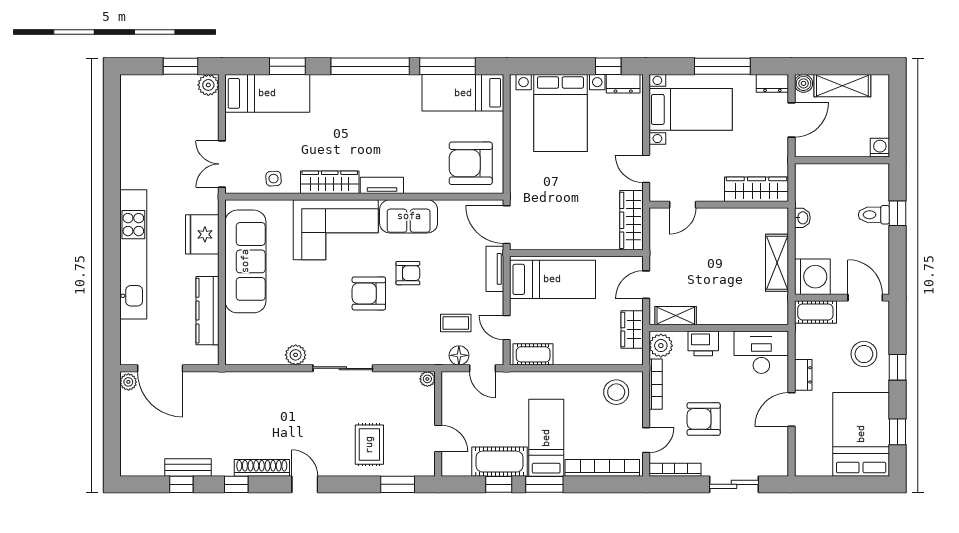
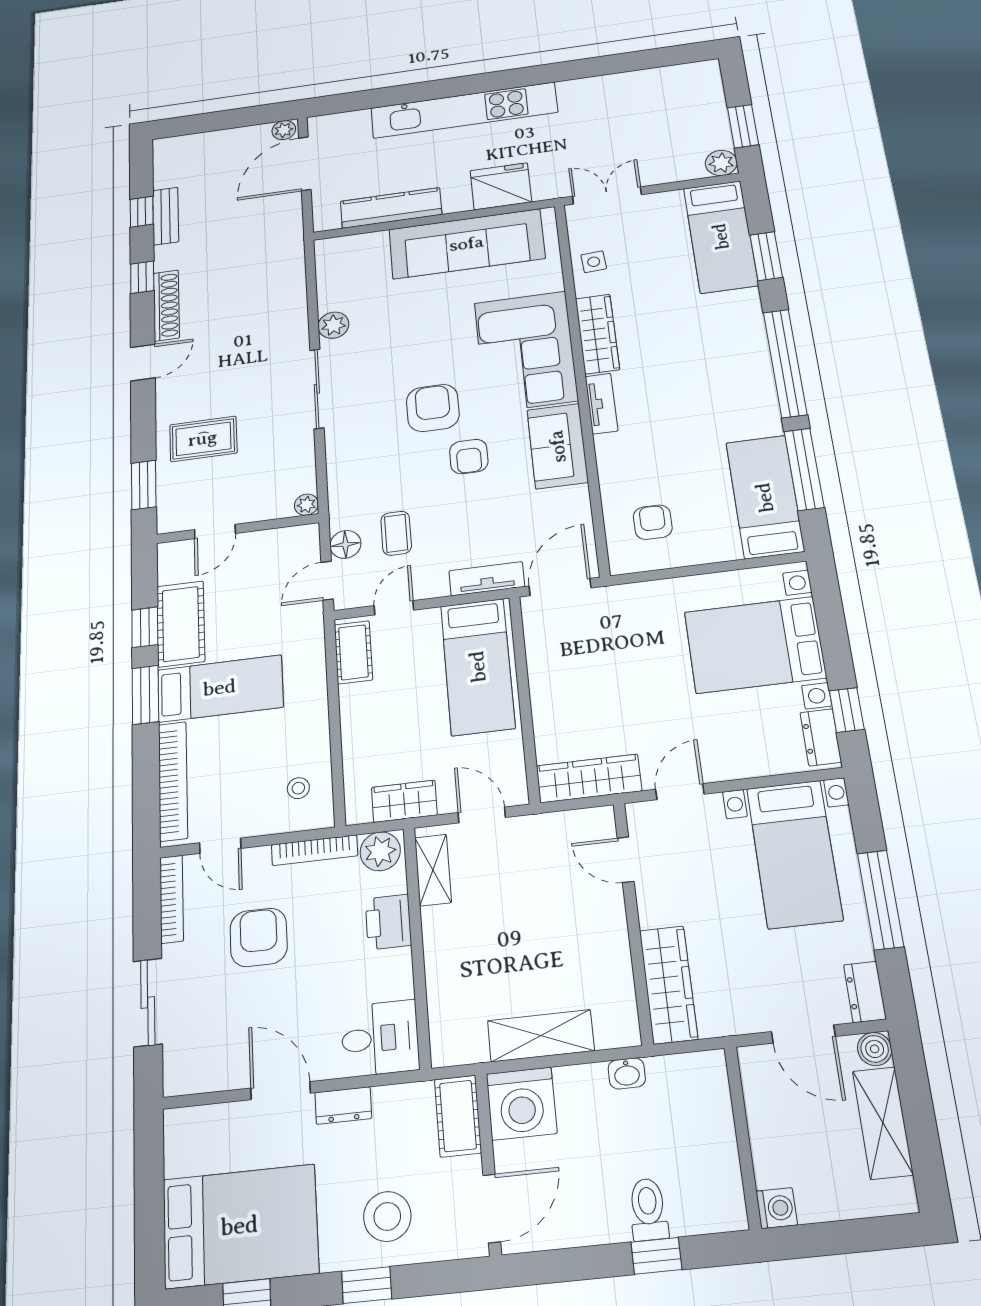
armchair: (471, 163) -> (653, 522), width x0.53, depth x0.53
desk: (761, 352) -> (380, 1038), width x0.73
stool: (616, 392) -> (298, 788), width x0.53, depth x0.53

